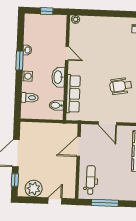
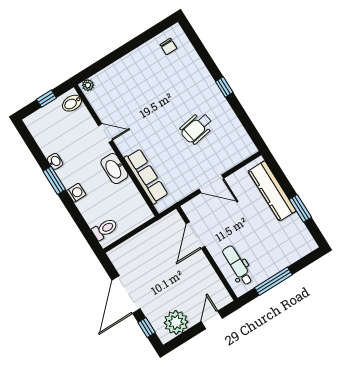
toilet: (30, 98) -> (105, 229), moved
bidet: (56, 105) -> (72, 103), moved

